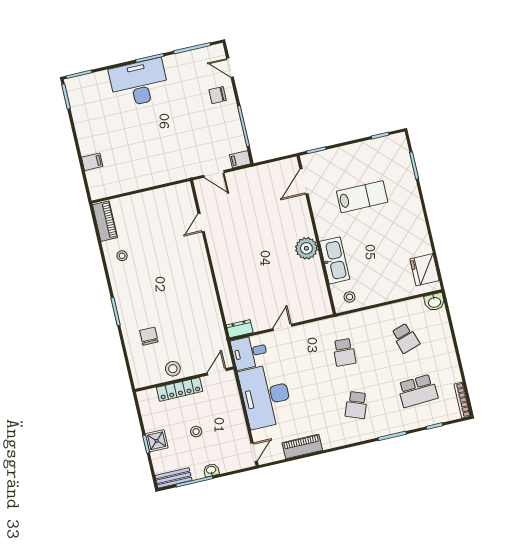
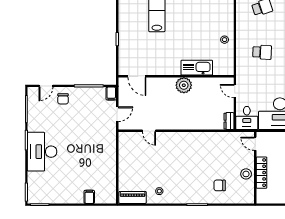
door: (304, 181) -> (137, 76), moved
wall: (316, 235) -> (176, 76), moved
plant: (306, 248) -> (184, 85), moved
kitchen sink: (335, 260) -> (197, 68), moved

